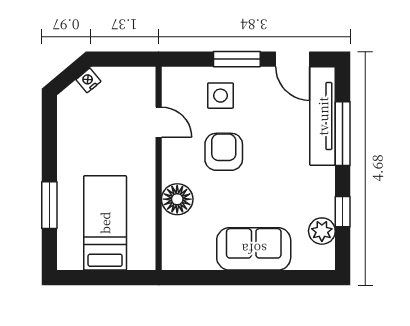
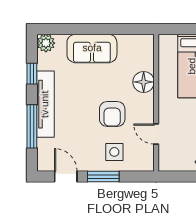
tv unit: (323, 116) -> (45, 104), moved
plant: (322, 231) -> (46, 43), moved

